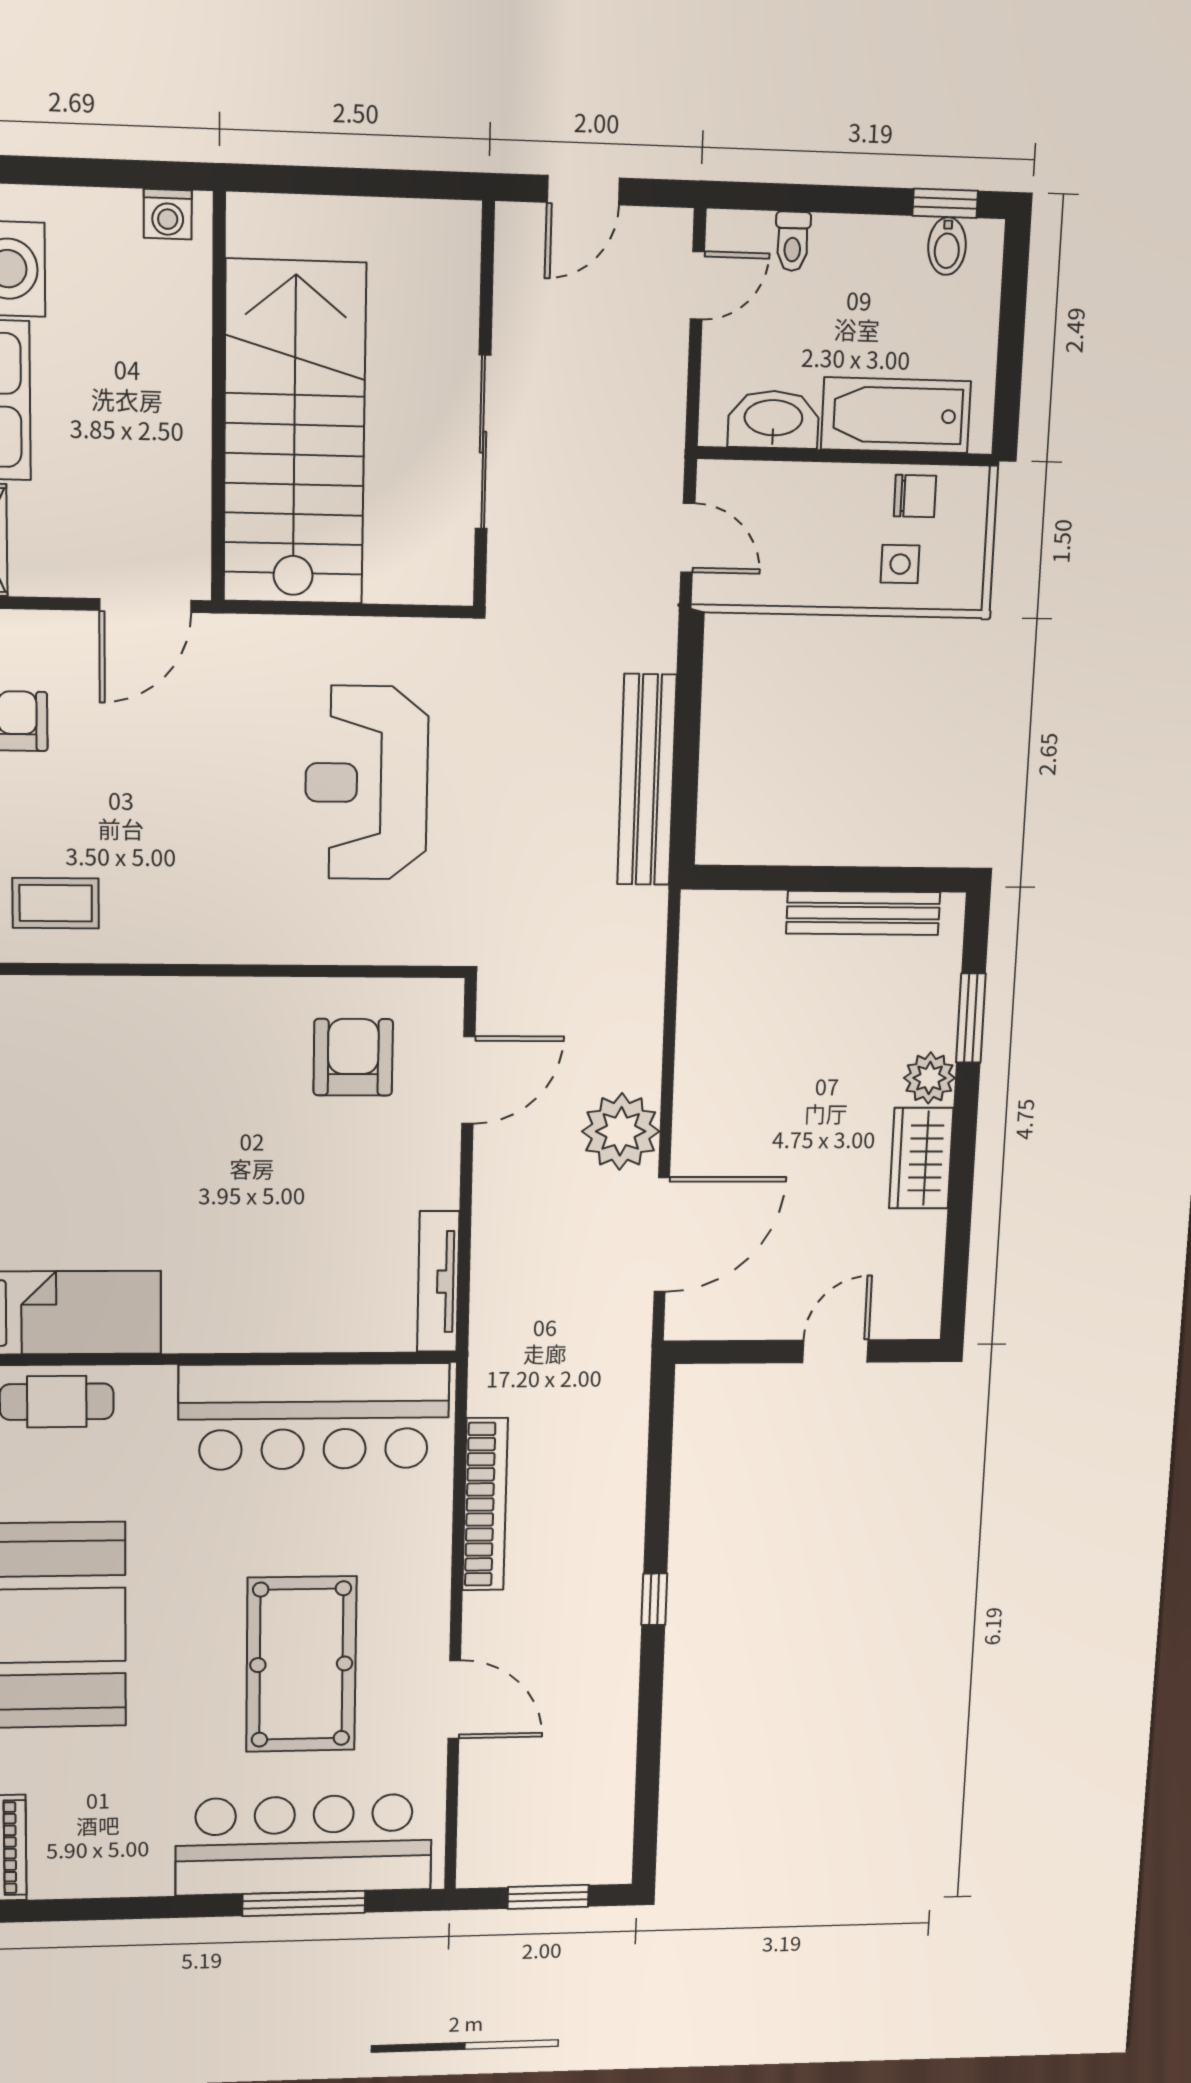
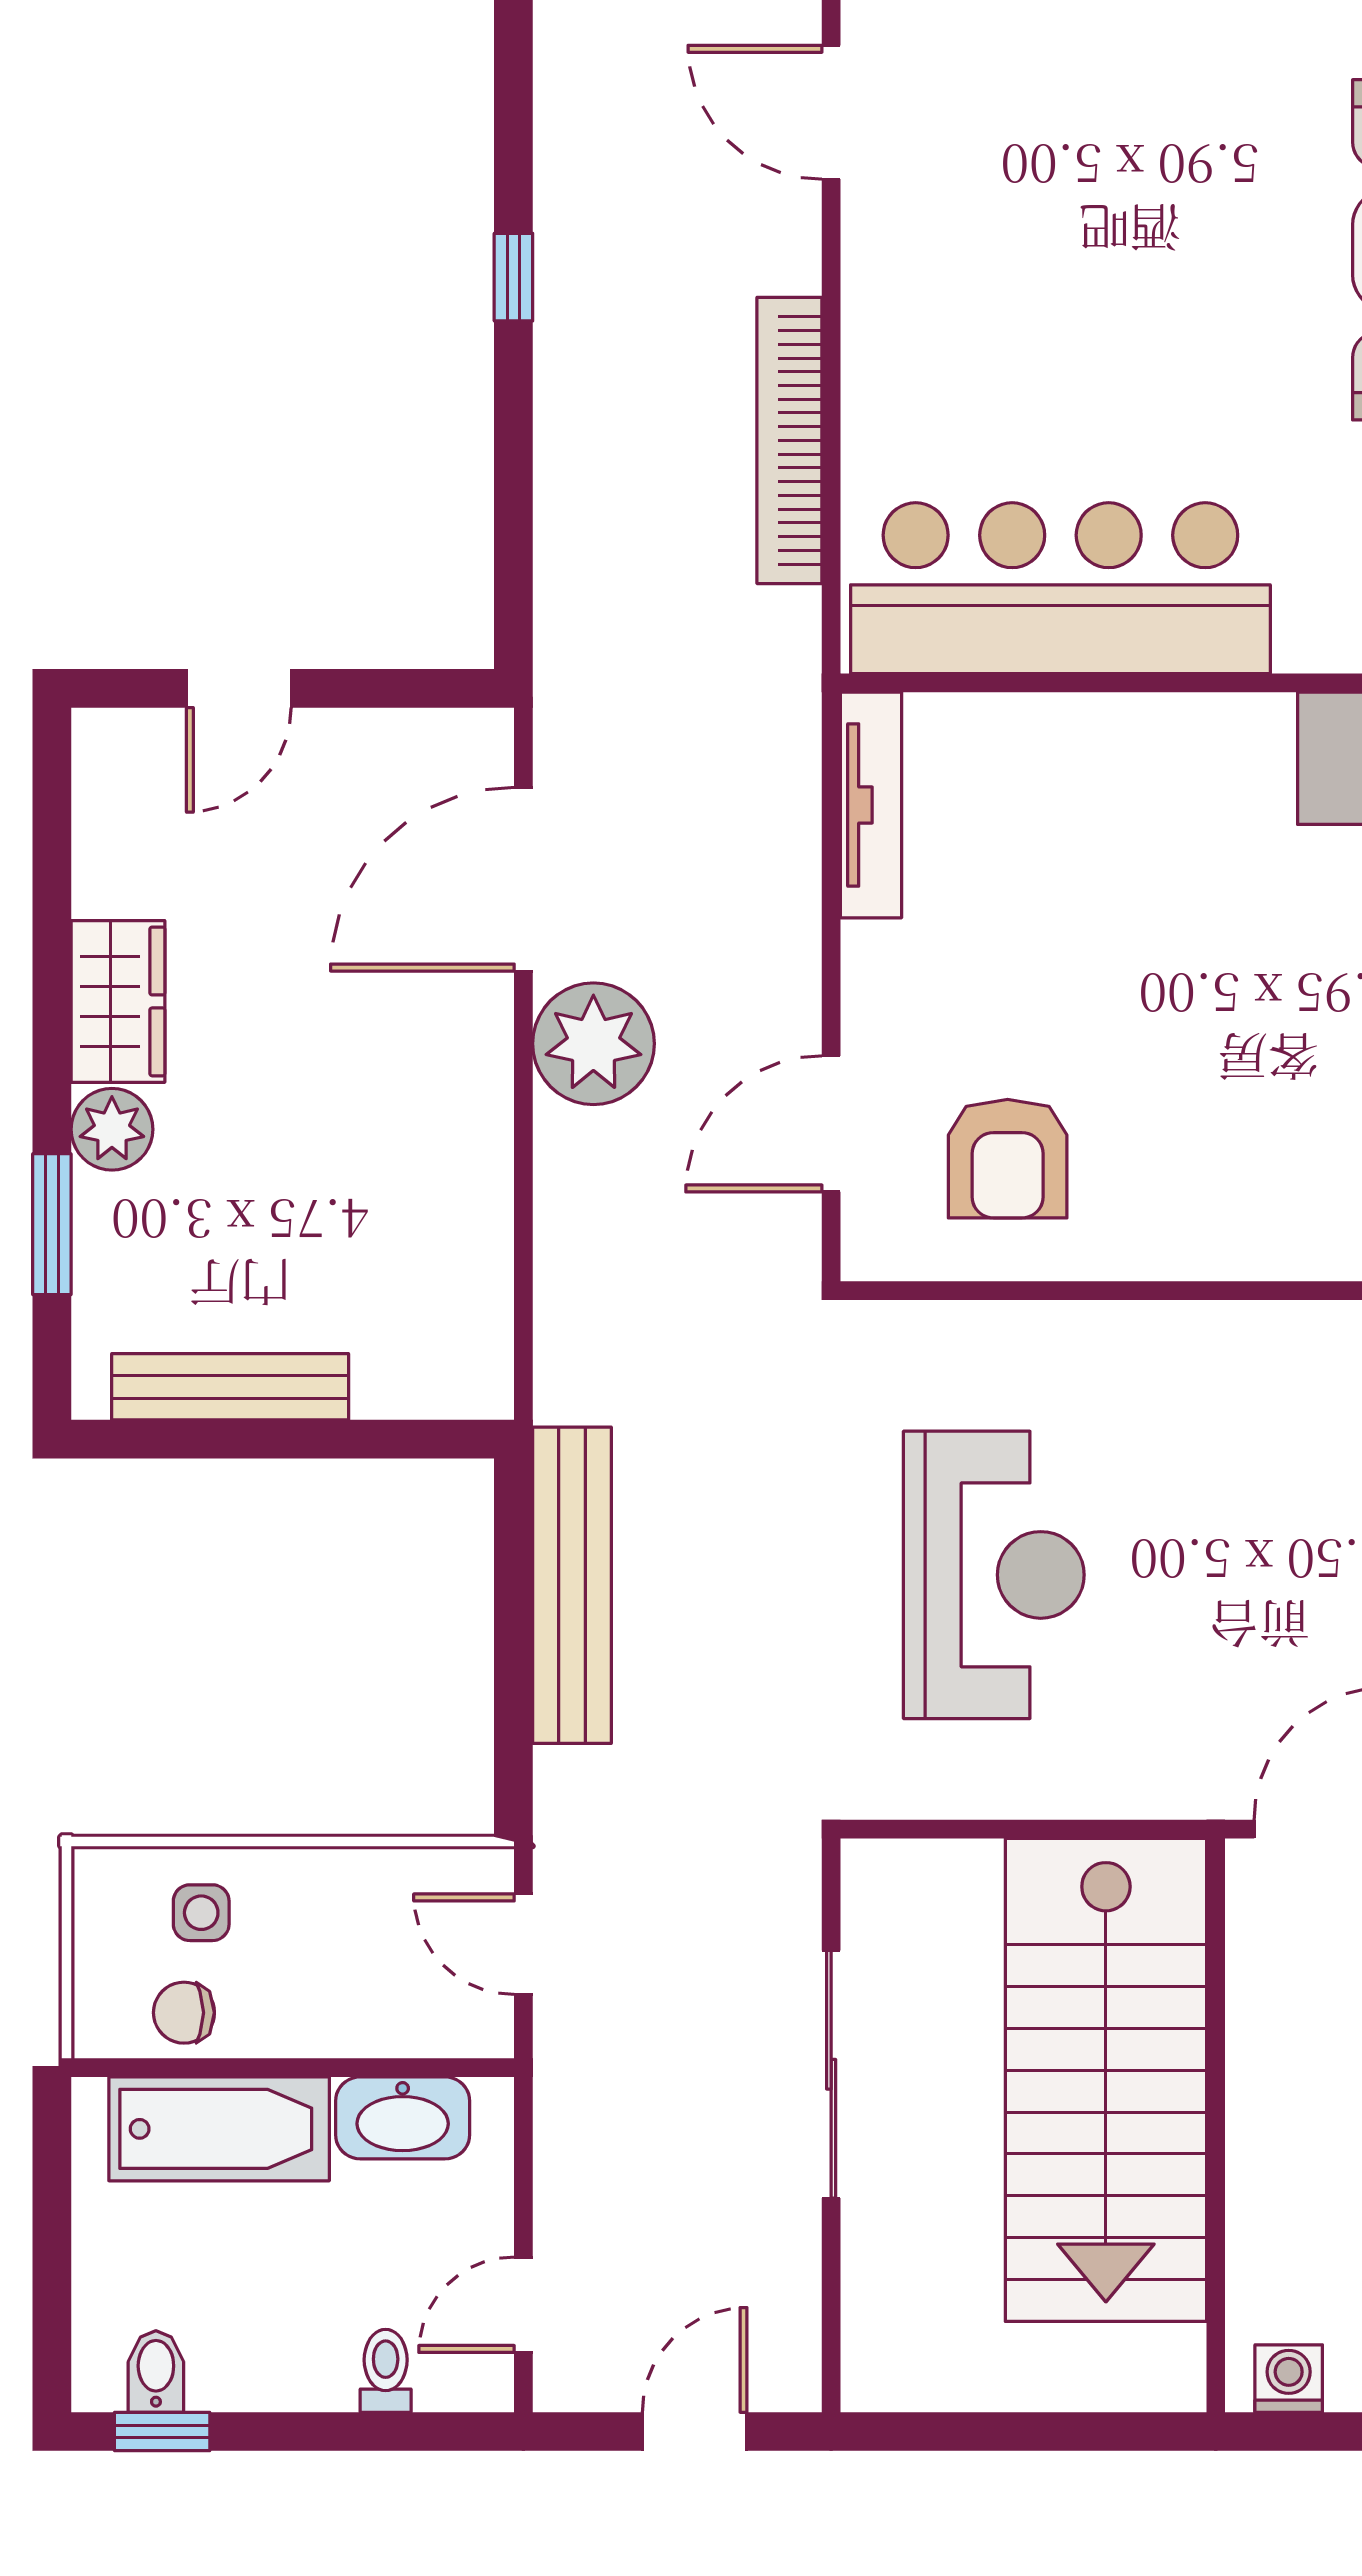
pool table: (301, 1664) -> (1076, 177), removed

